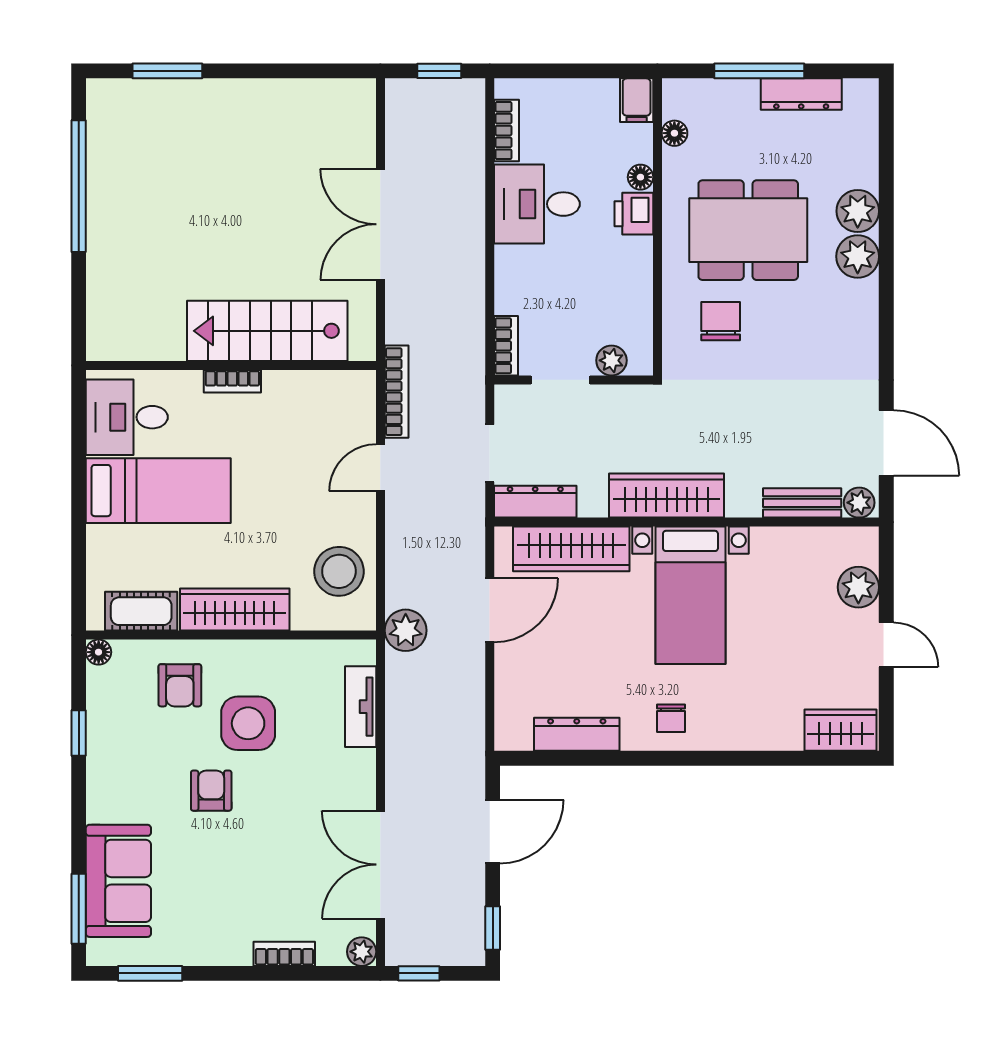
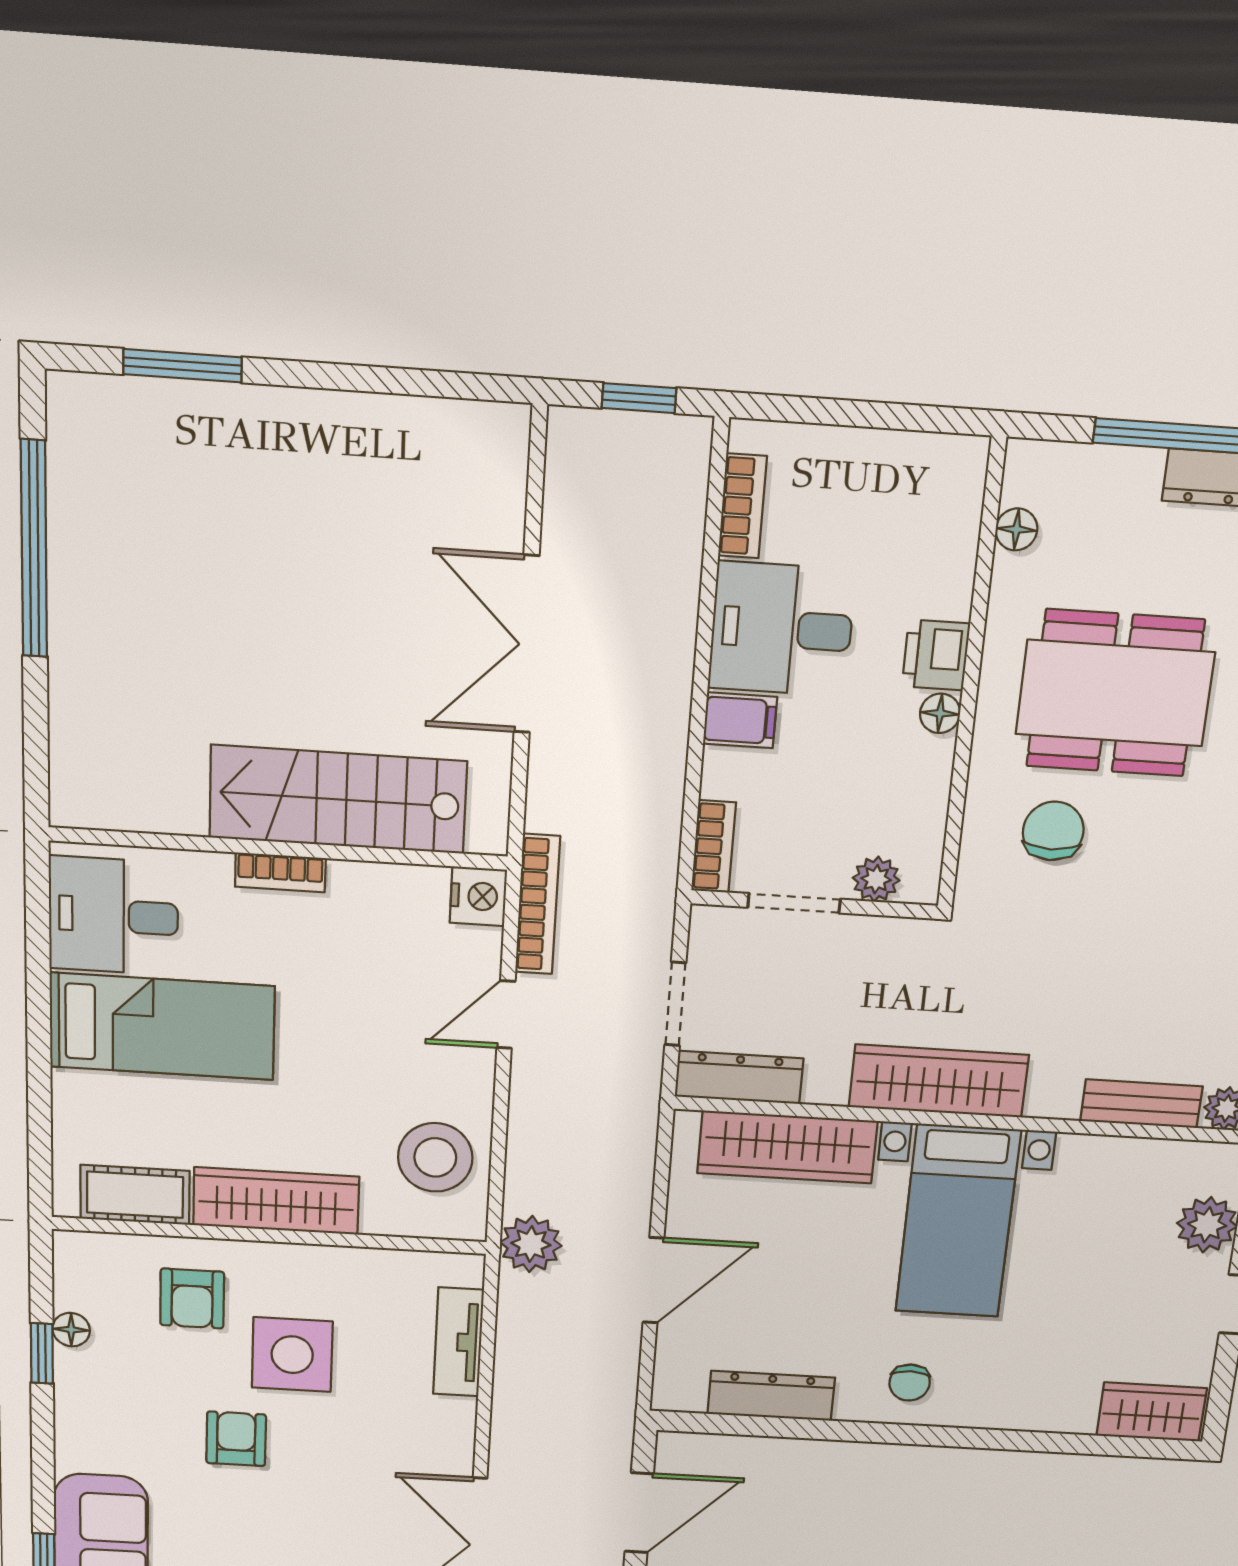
filing cabinet: (637, 100) -> (740, 720), moved, turned -90
floor lamp: (640, 177) -> (940, 713), moved
nightstand: (359, 389) -> (478, 896), added
door: (490, 610) -> (653, 1280), moved
floor lamp: (99, 652) -> (71, 1330), moved

